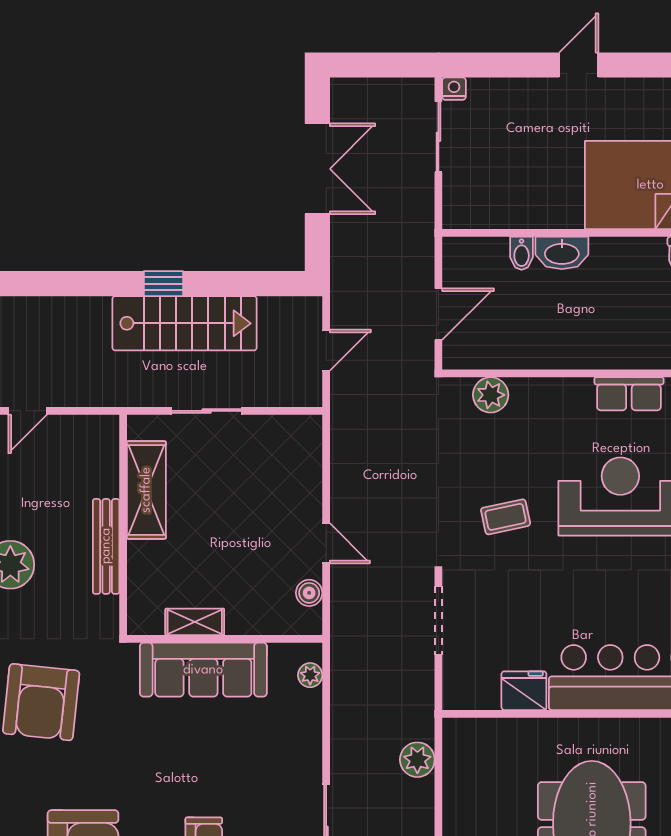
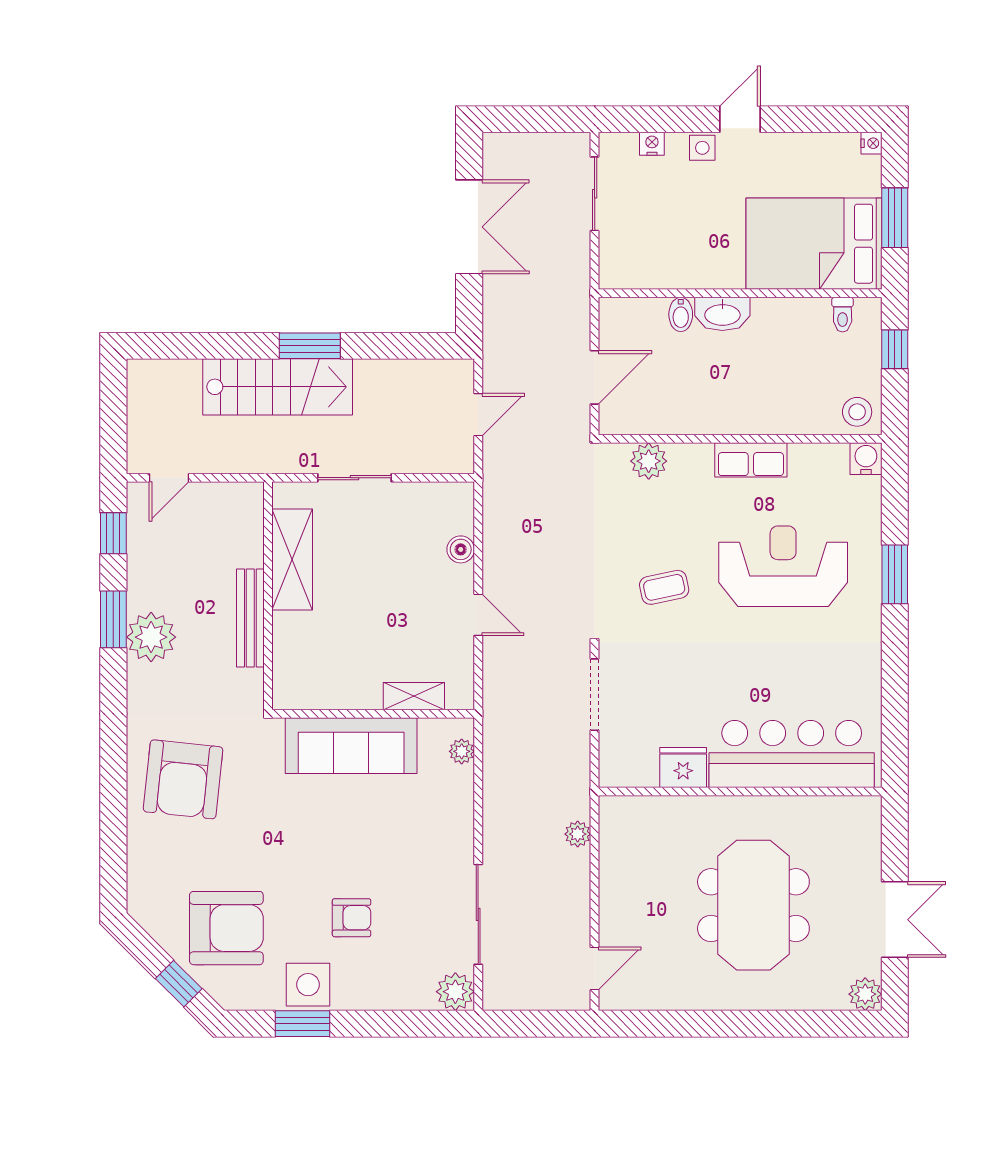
nightstand: (454, 89) -> (652, 144), moved
side table: (542, 93) -> (702, 148), added
window: (163, 284) -> (310, 346), width x1.50
stairs: (185, 323) -> (278, 387), moved
row of seats: (629, 394) -> (751, 460), moved
boiler: (309, 593) -> (461, 549), moved
shelving: (195, 622) -> (414, 696), moved
plant: (417, 760) -> (578, 834), width x0.73, depth x0.73

